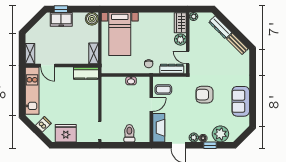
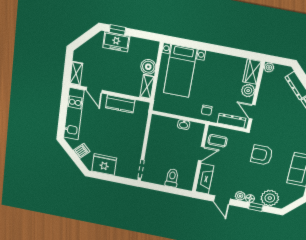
boiler: (92, 19) -> (148, 67), moved
kitchen counter: (86, 73) -> (120, 104), moved

